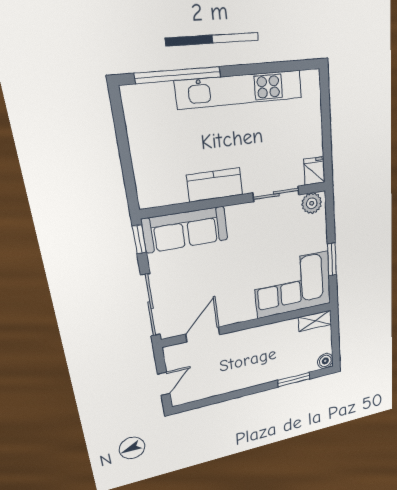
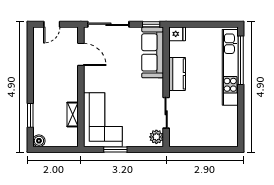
kitchen unit: (240, 89) -> (230, 67), moved
fridge: (314, 171) -> (177, 34), moved
shelving: (315, 321) -> (73, 115), moved
door: (164, 384) -> (52, 24), hinge flipped

